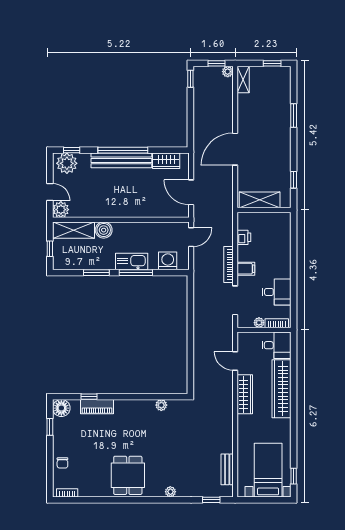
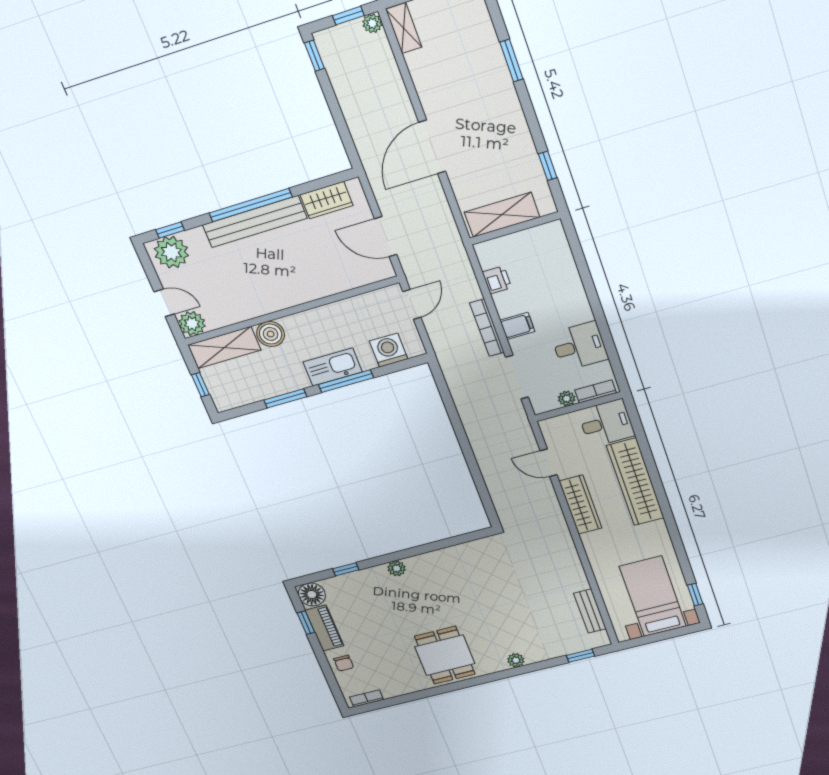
plant: (161, 405) -> (397, 568), moved
piano: (97, 407) -> (324, 628), moved, turned -90

